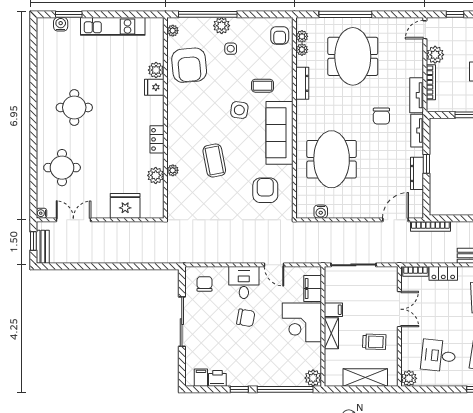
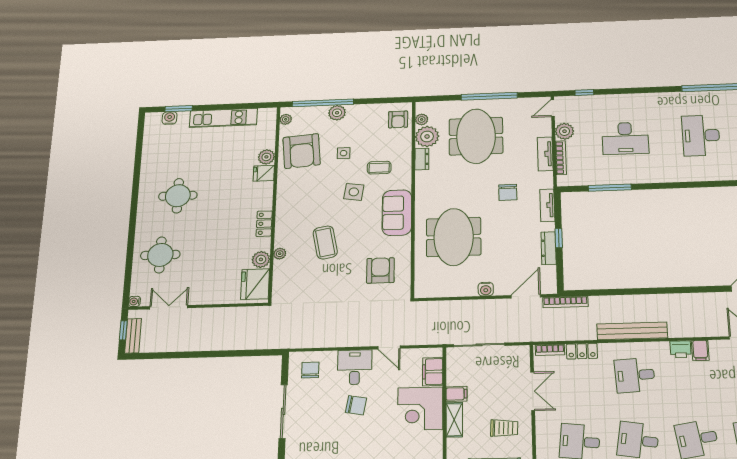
window: (345, 14) -> (489, 96), moved
side table: (231, 49) -> (344, 153), moved
plant: (302, 50) -> (427, 136), width x1.87, depth x1.87
dresser: (302, 83) -> (422, 159), width x0.70
tv unit: (417, 95) -> (545, 154), moved
sofa: (280, 133) -> (397, 213), width x0.73
fridge: (125, 206) -> (255, 284), moved, turned -90
water cooler: (321, 212) -> (486, 289), moved

